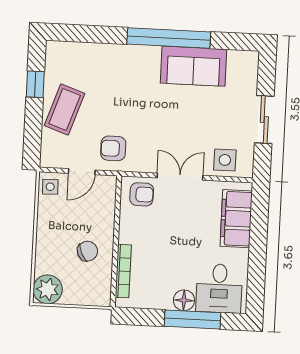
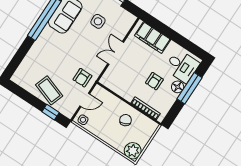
window: (35, 84) -> (51, 112), moved
side table: (225, 160) -> (98, 21), moved
door: (82, 172) -> (85, 100), hinge flipped
armchair: (142, 194) -> (154, 81), moved, turned 180

